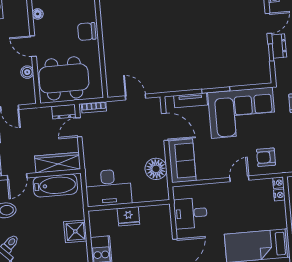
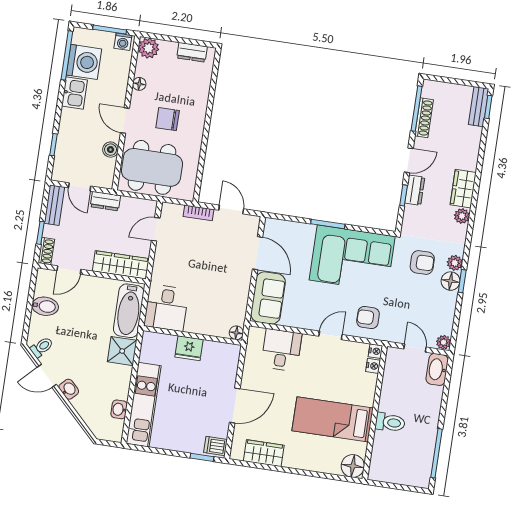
chair: (87, 32) -> (168, 119), moved
tv unit: (191, 100) -> (295, 229), removed
bookcase: (94, 107) -> (199, 213), moved
dresser: (64, 112) -> (105, 201), moved
floor lamp: (156, 169) -> (236, 333), moved, width x0.53, depth x0.53
bathtub: (55, 185) -> (129, 311), moved, turned 90
desk: (108, 188) -> (166, 308), width x0.73
desk: (190, 213) -> (281, 350), moved, turned 90

